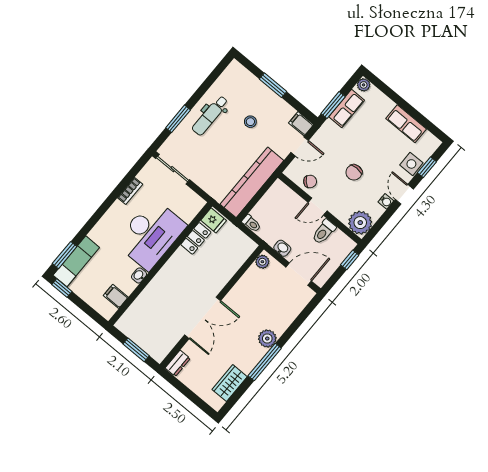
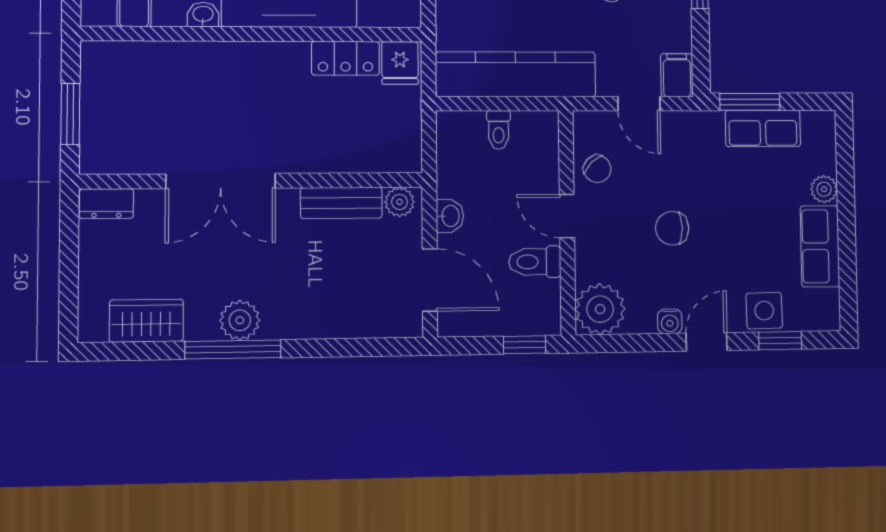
plant: (364, 85) -> (824, 189), moved
toilet: (251, 223) -> (499, 130), moved
bench: (246, 282) -> (341, 203), added
plant: (267, 339) -> (240, 320), moved

